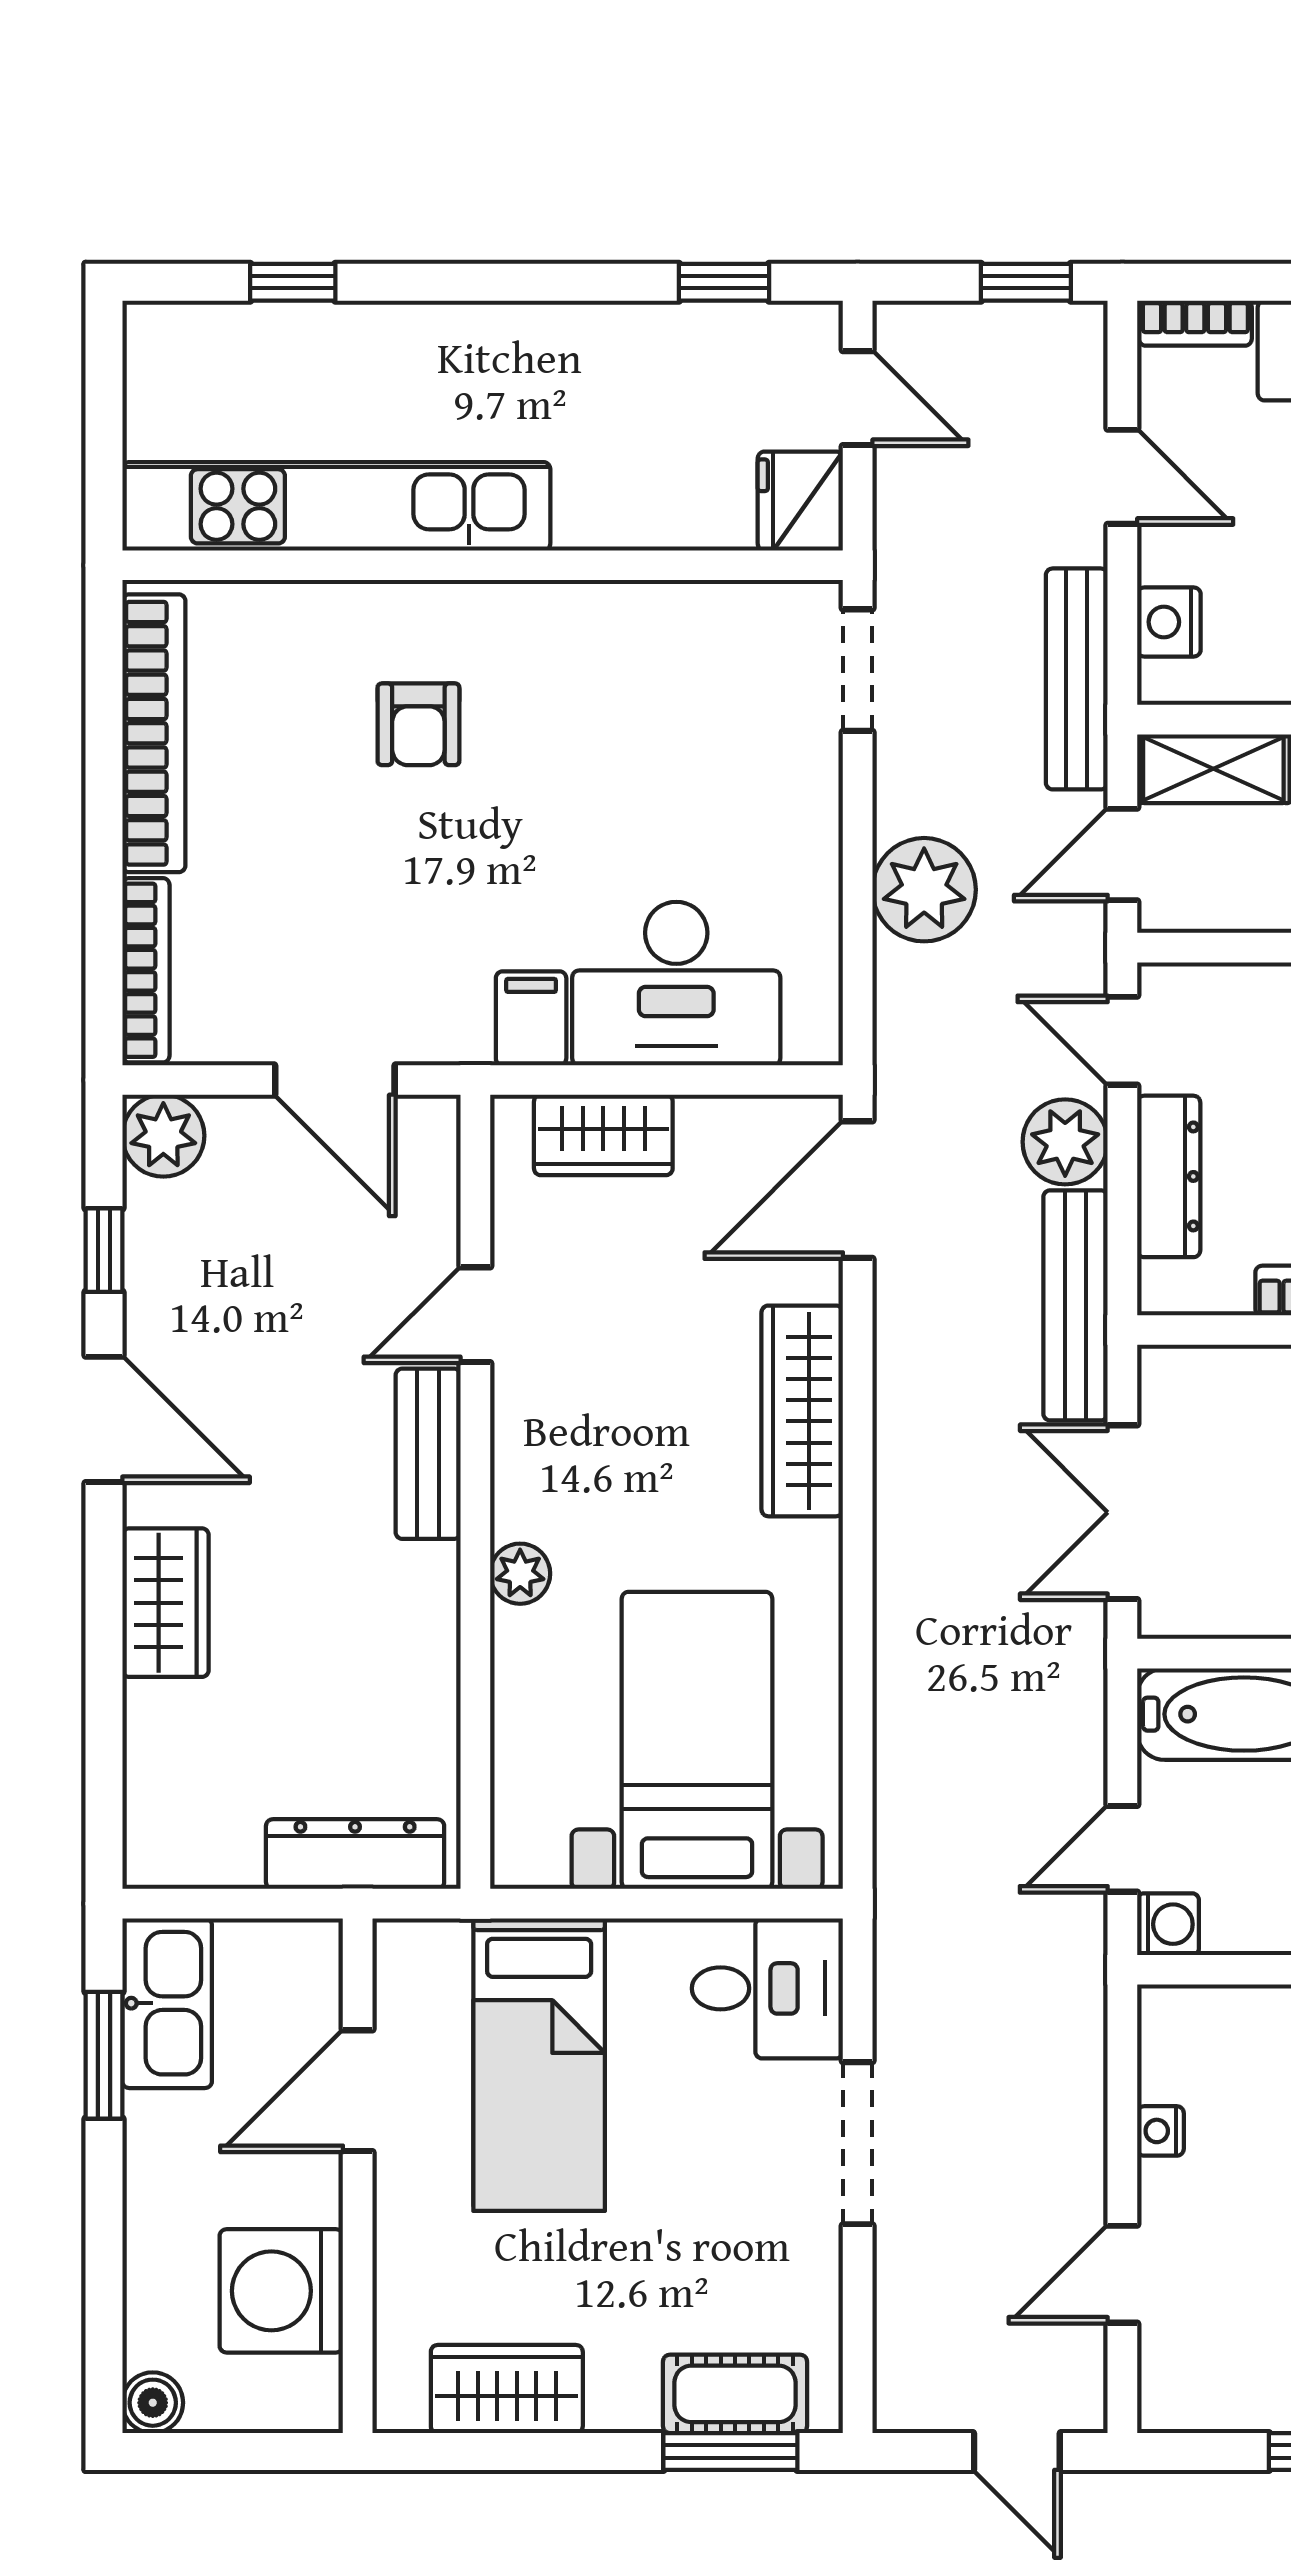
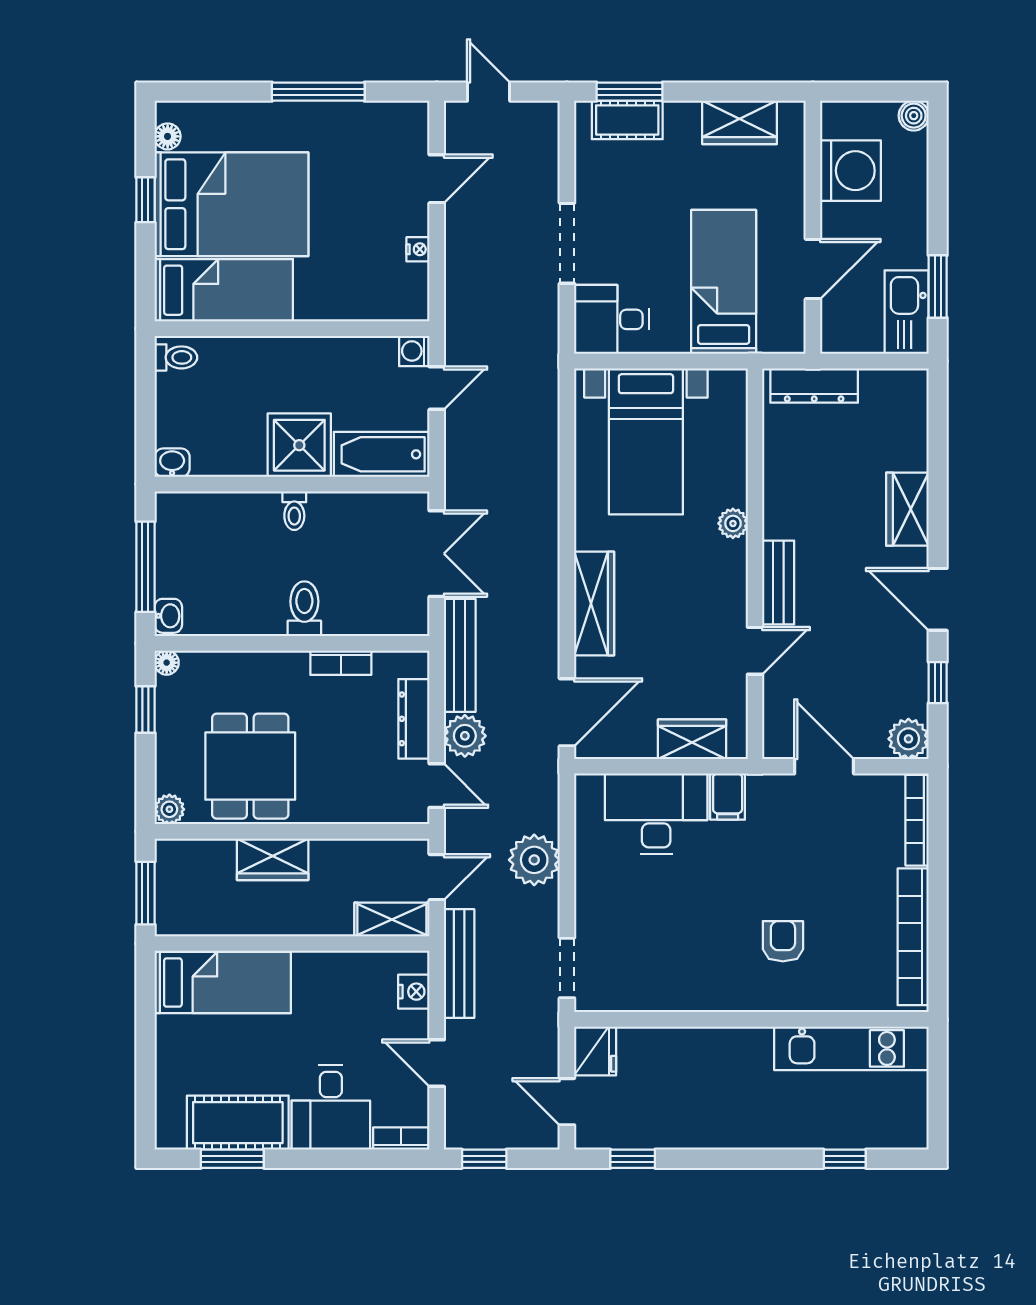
kitchen unit: (336, 506) -> (851, 1048), width x0.73

